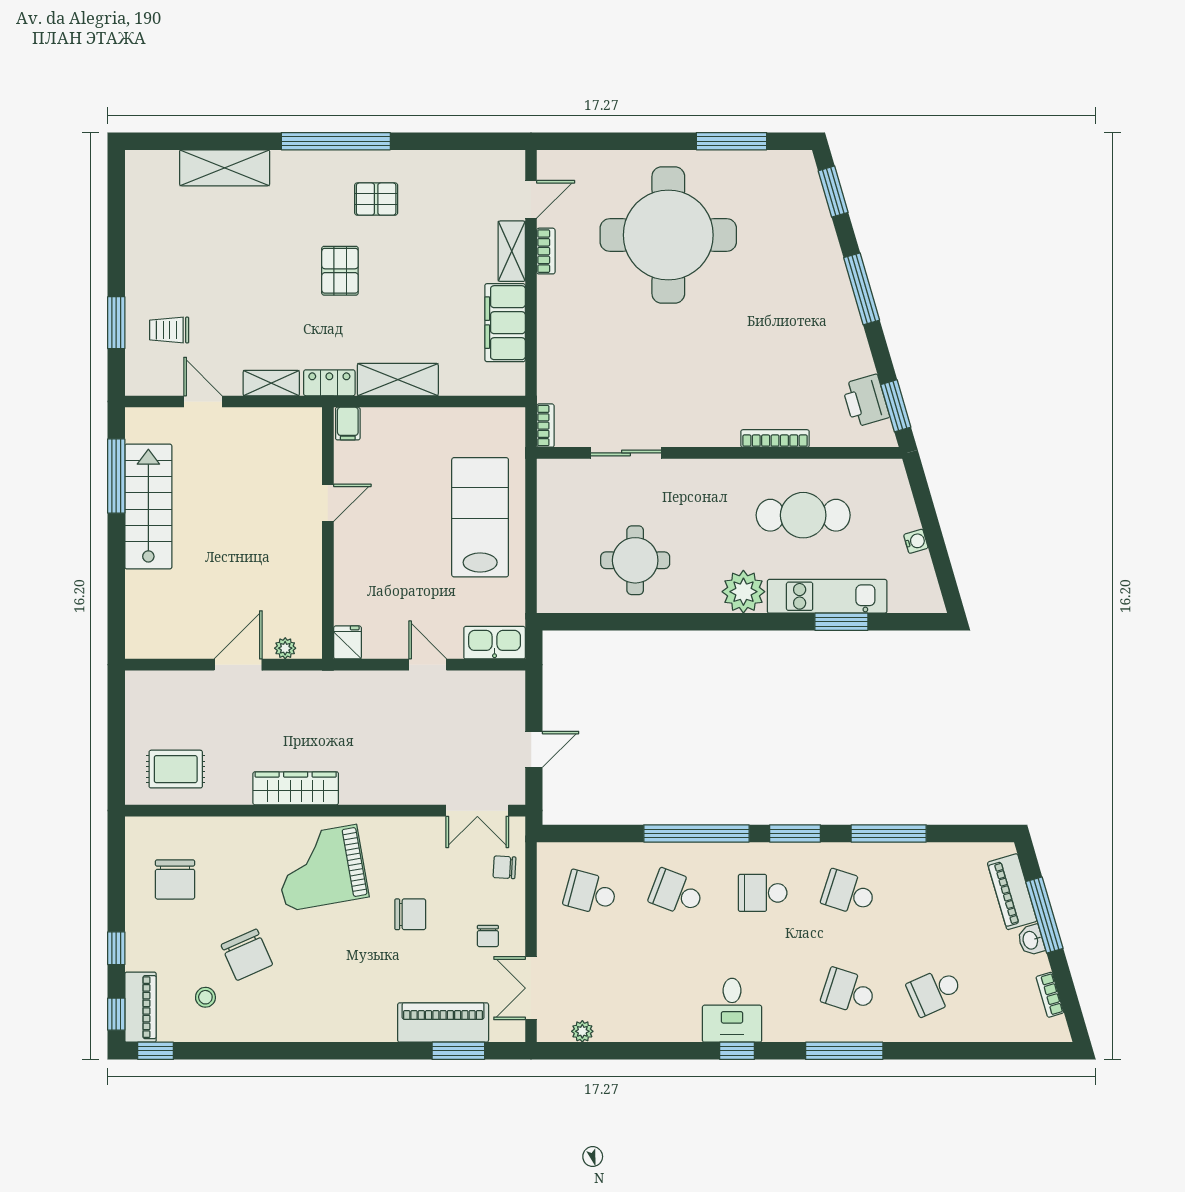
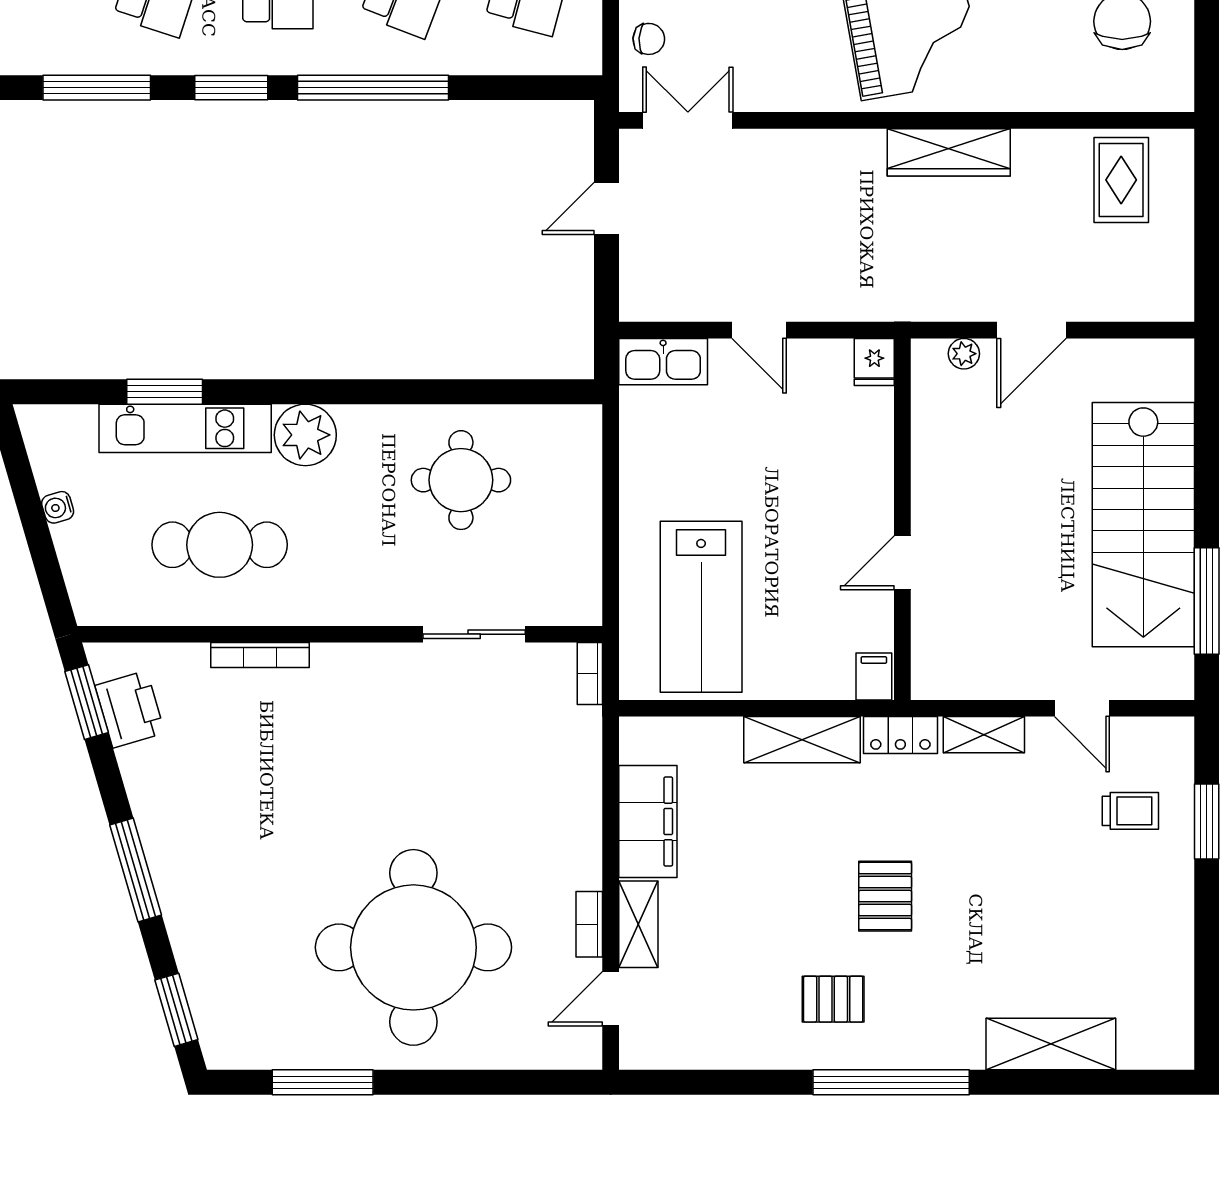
stairs: (148, 507) -> (1143, 525), width x1.36, depth x1.51
lab bench: (480, 517) -> (701, 607), moved
rug: (176, 769) -> (1121, 180), turned 90

